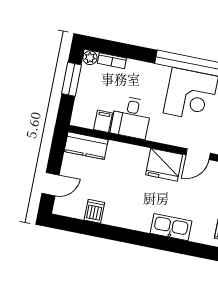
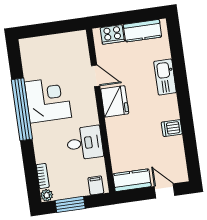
filing cabinet: (103, 121) -> (96, 185), moved, turned 90
kitchen counter: (86, 146) -> (132, 180), moved, turned -90
dishwasher: (94, 211) -> (172, 128), moved

